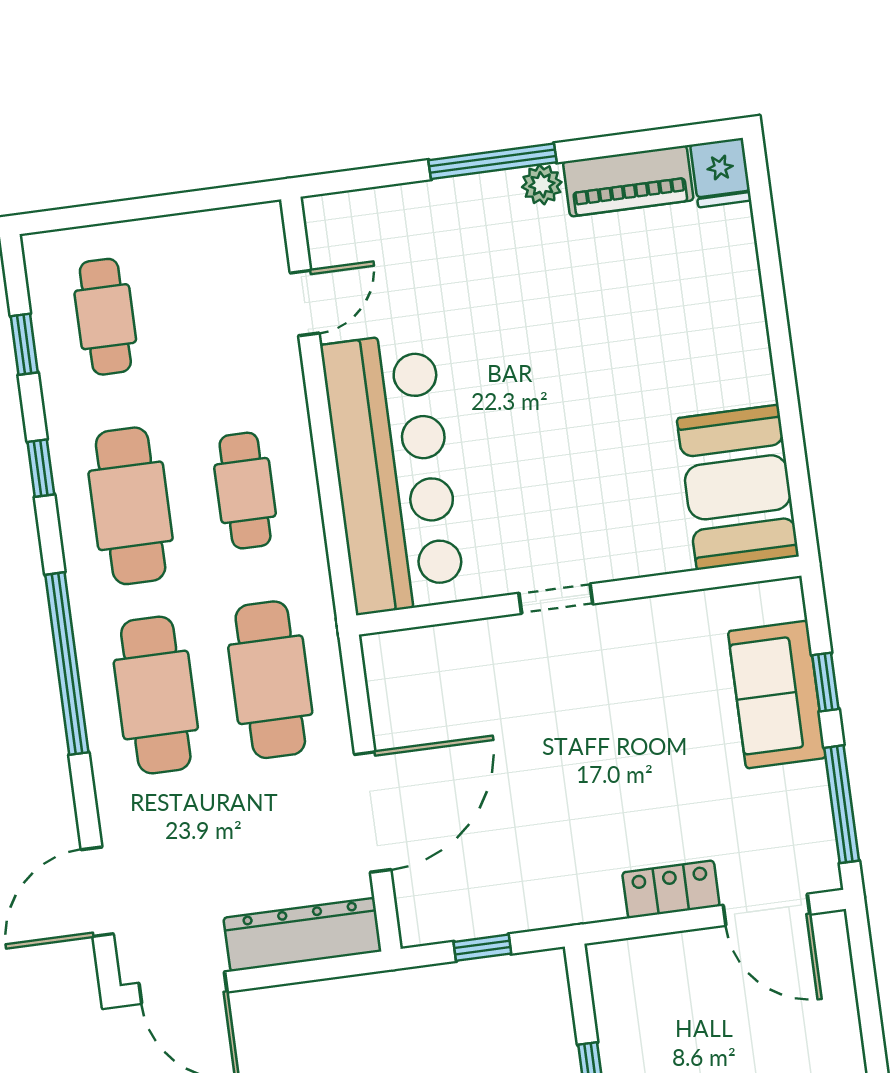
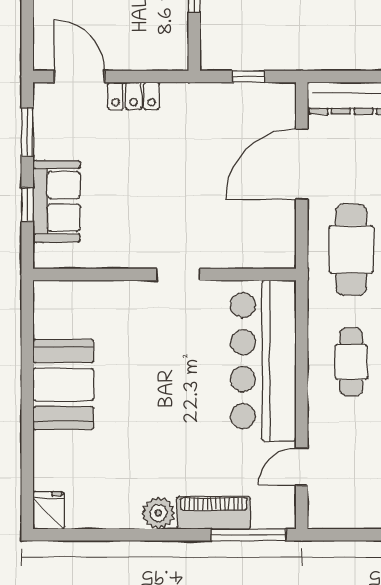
window: (492, 161) -> (249, 535), moved
piano: (628, 181) -> (214, 513), moved
plant: (542, 185) -> (158, 513), width x1.38, depth x1.38
booth: (738, 487) -> (63, 384), moved
window: (842, 804) -> (27, 132), width x0.69

